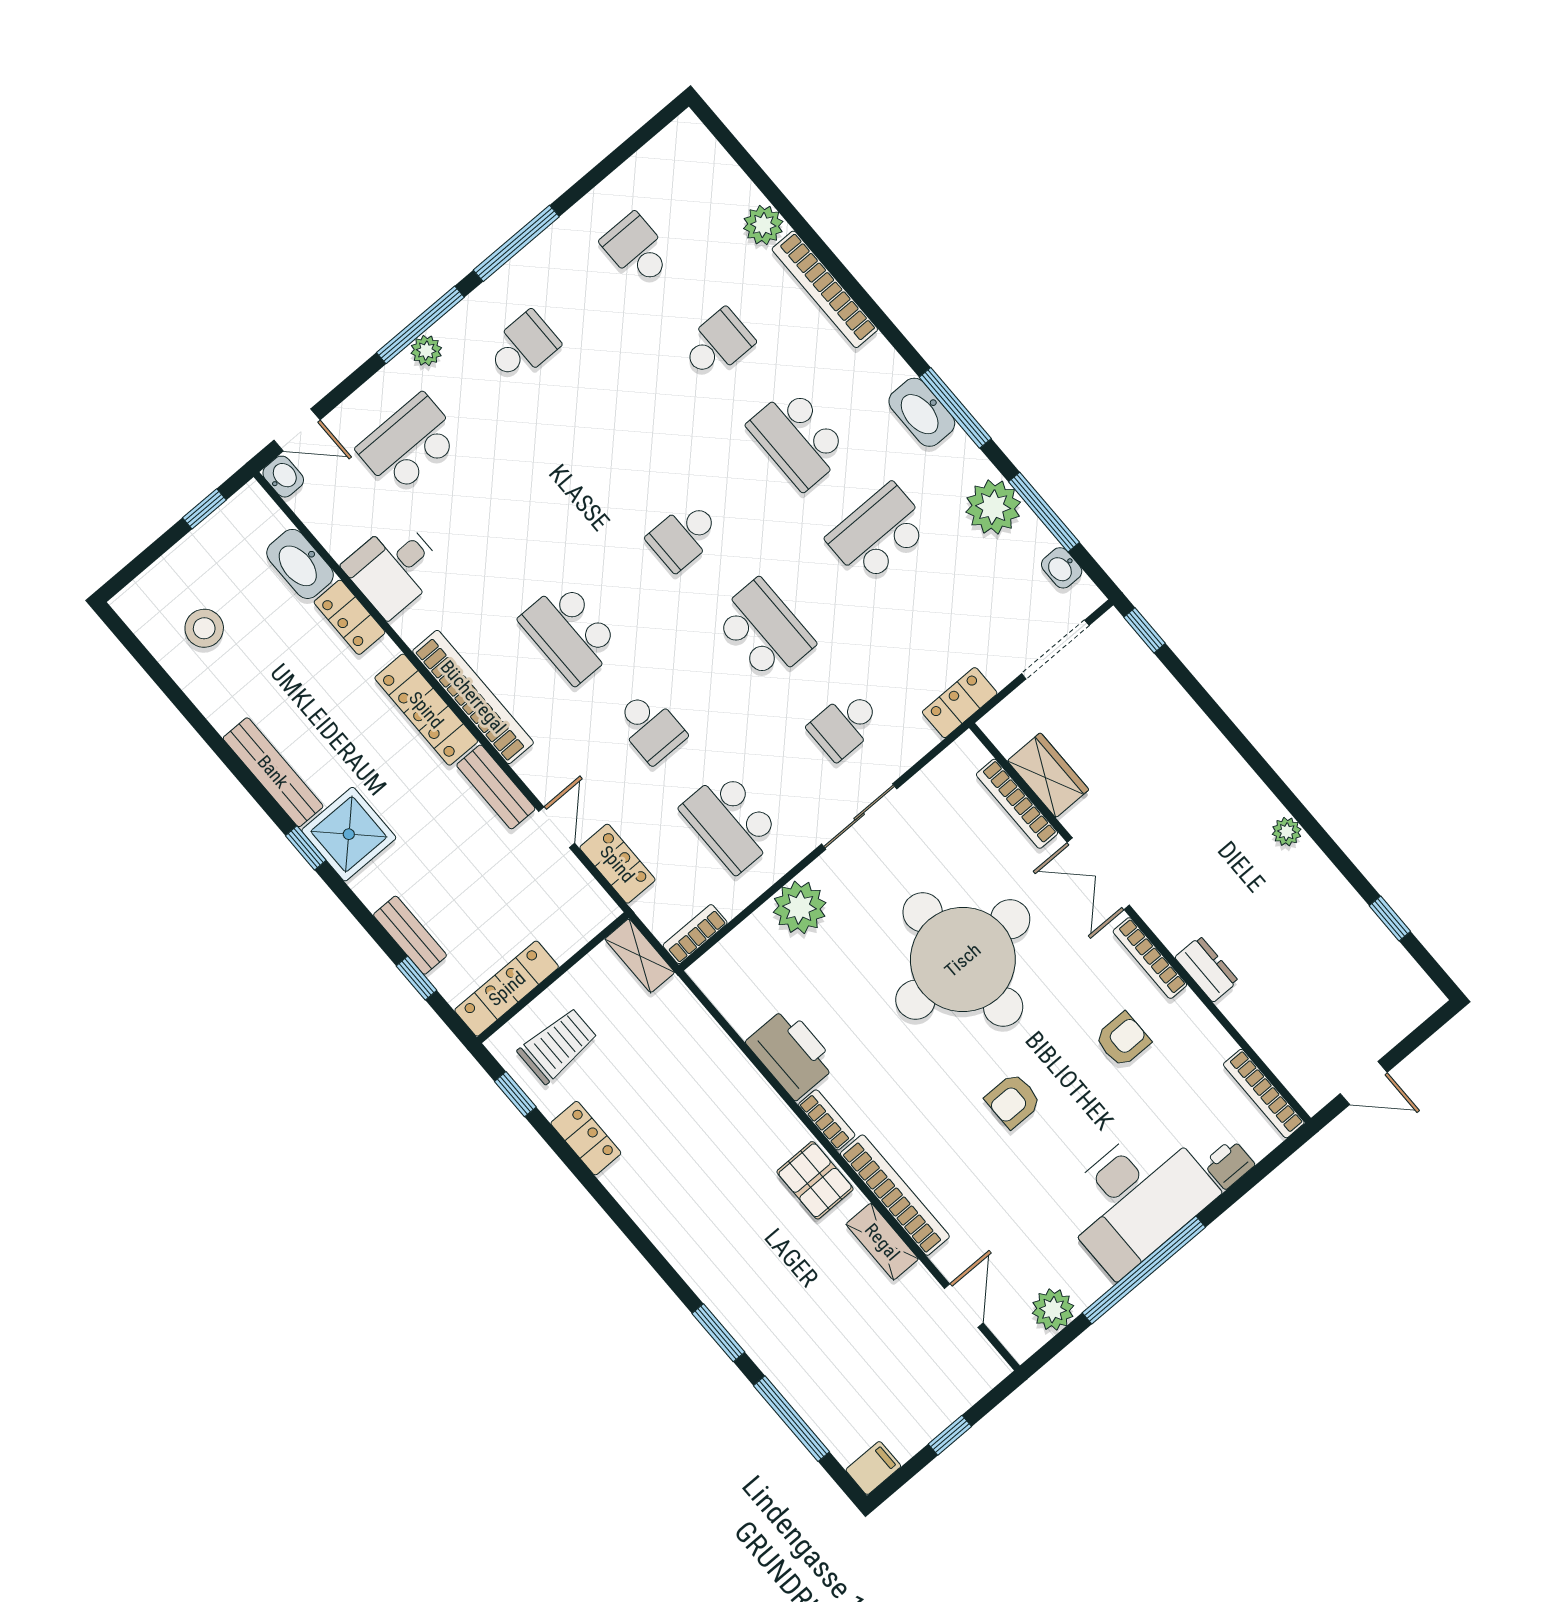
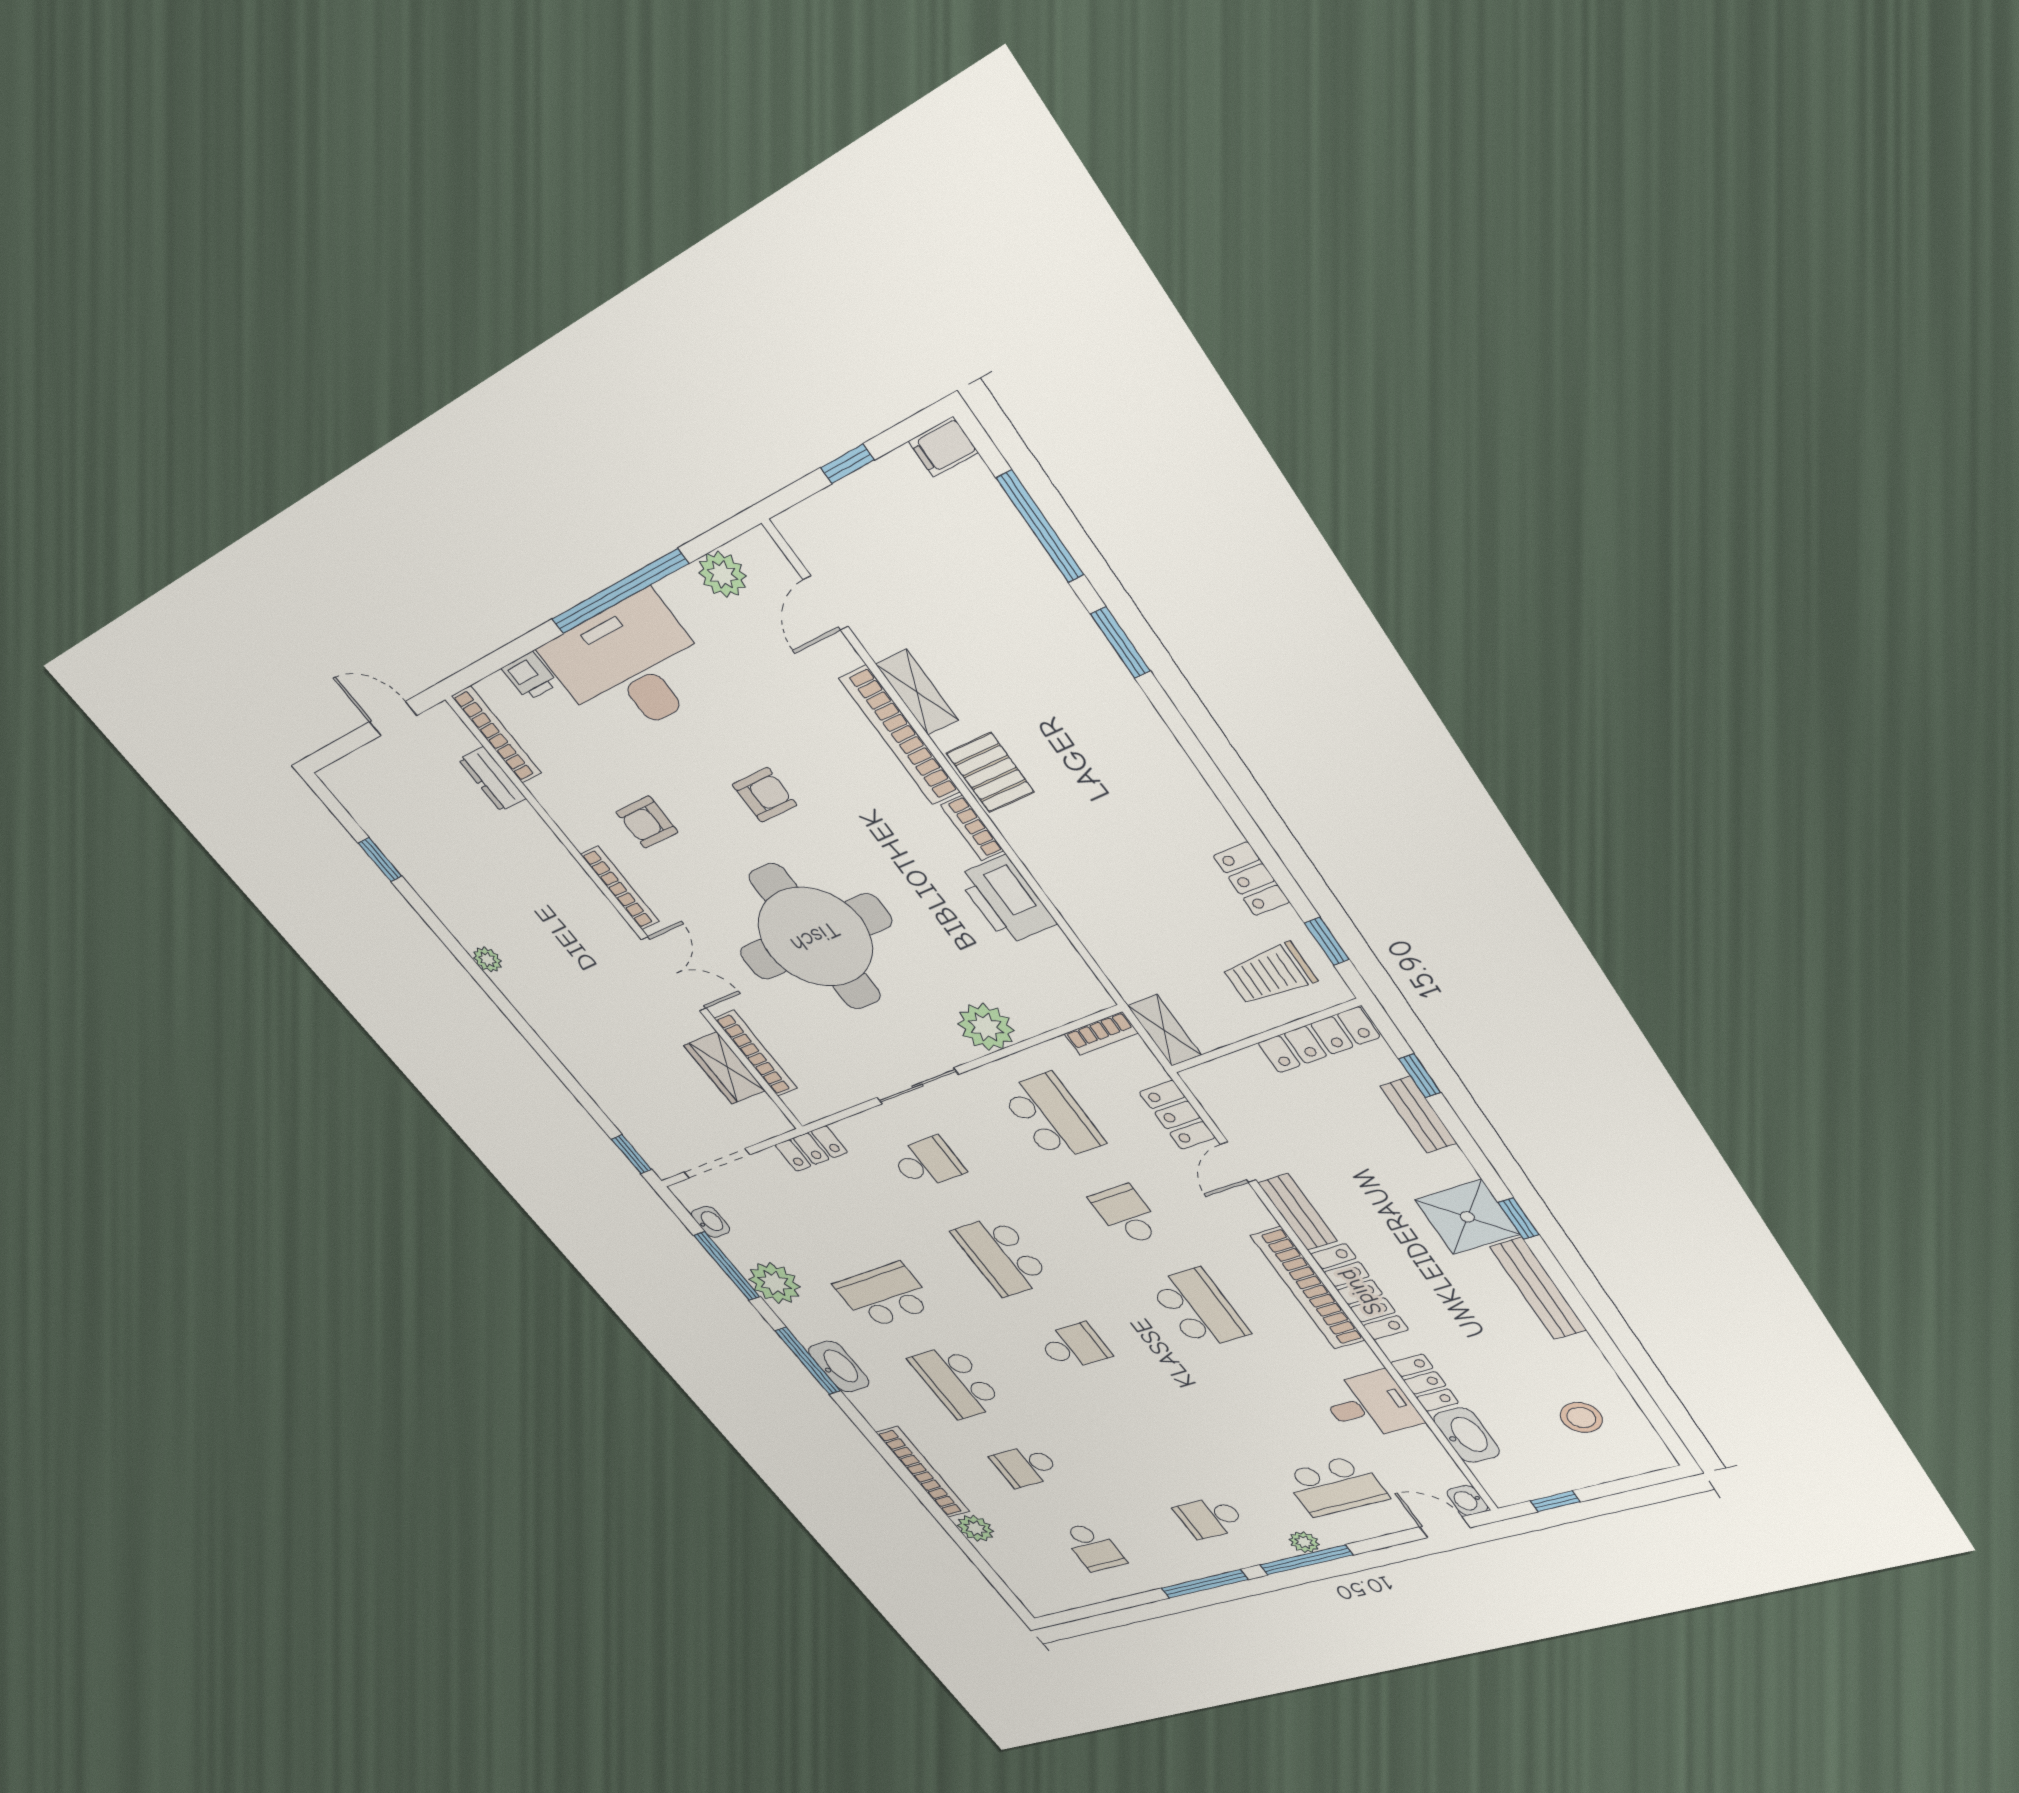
school desk: (798, 439) -> (956, 1382), turned 180
school desk: (878, 533) -> (884, 1295), turned 180
dresser: (1207, 969) -> (492, 779), moved

